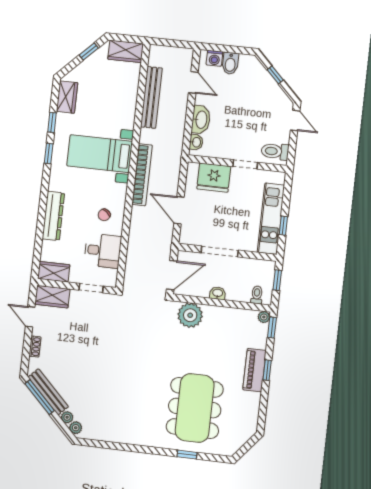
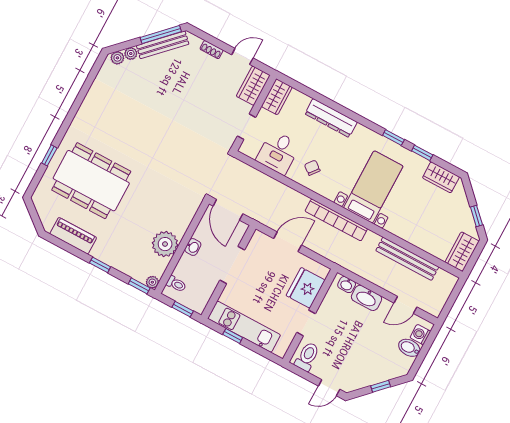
plant: (190, 315) -> (165, 244), moved
piano: (254, 370) -> (73, 236), moved

